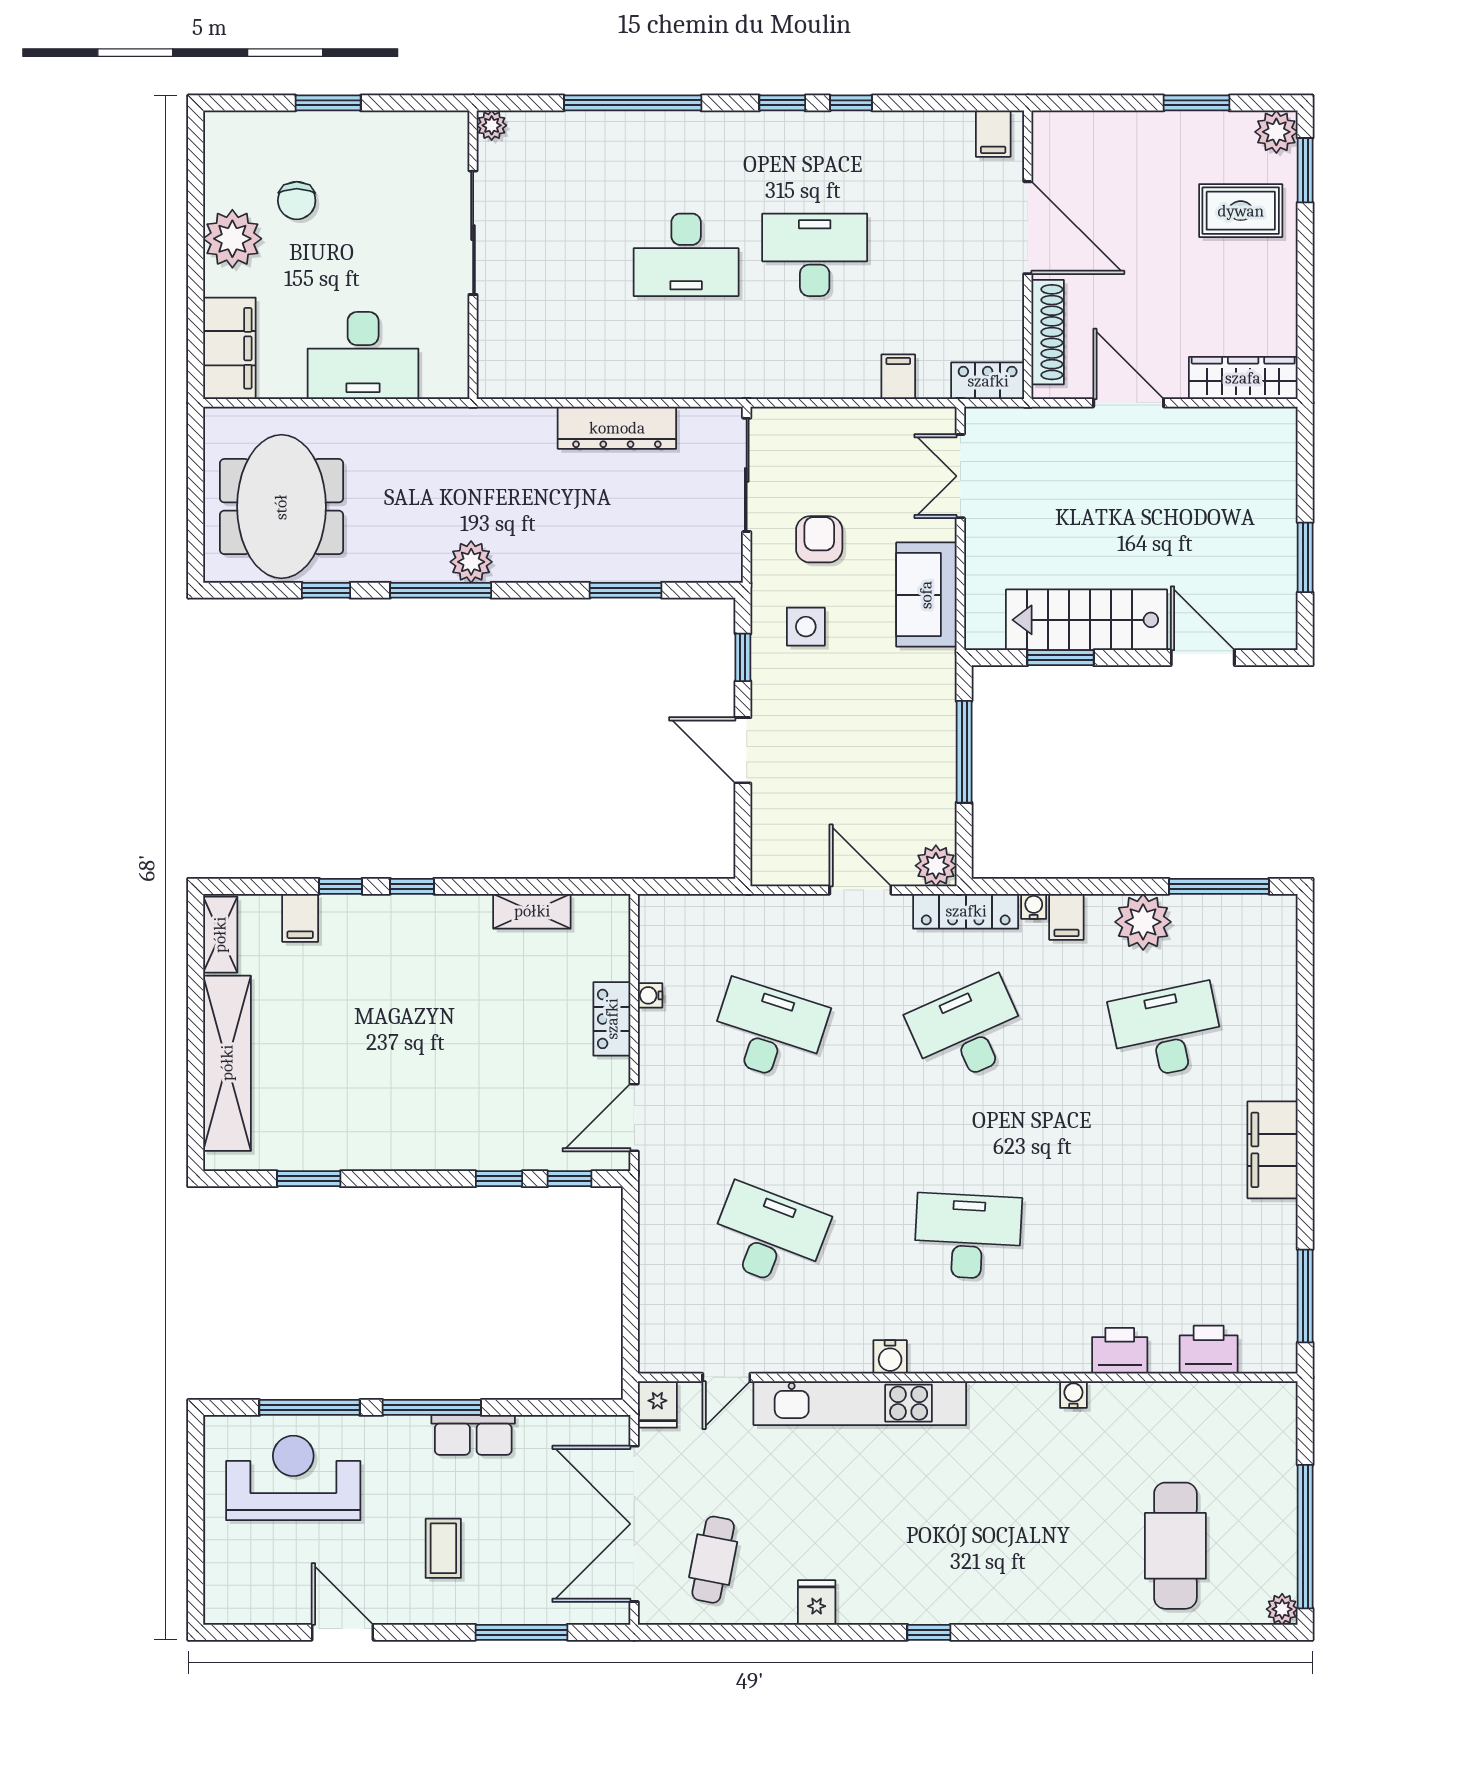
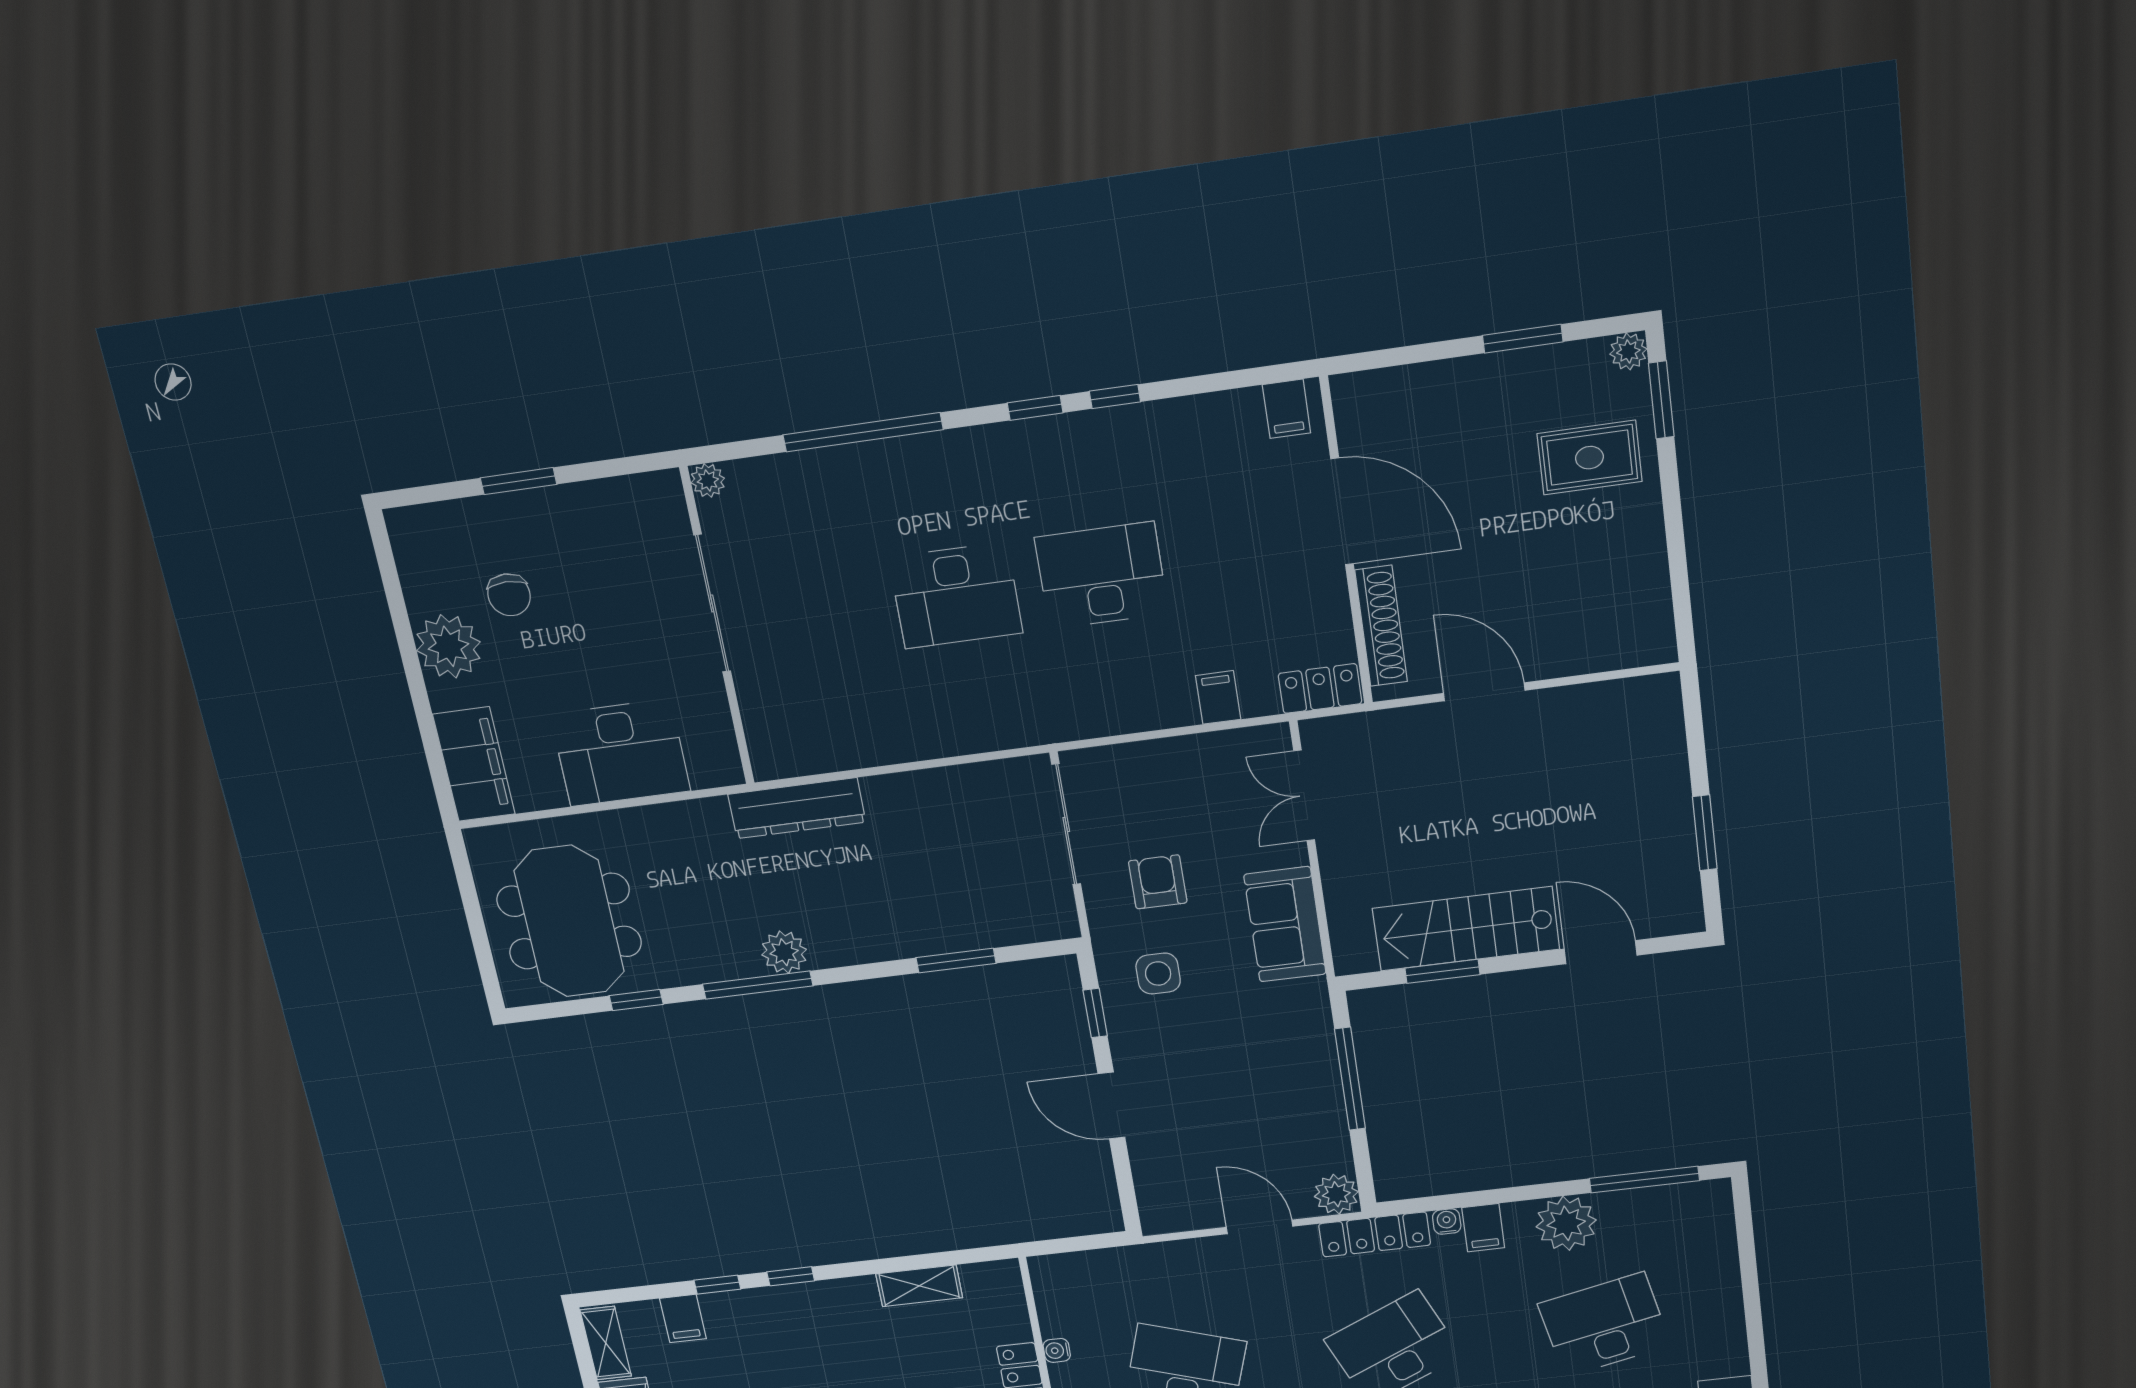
plant: (1276, 132) -> (1628, 351), width x0.73, depth x0.73
wardrobe: (1243, 378) -> (1613, 647), removed
dresser: (617, 428) -> (797, 808), moved

